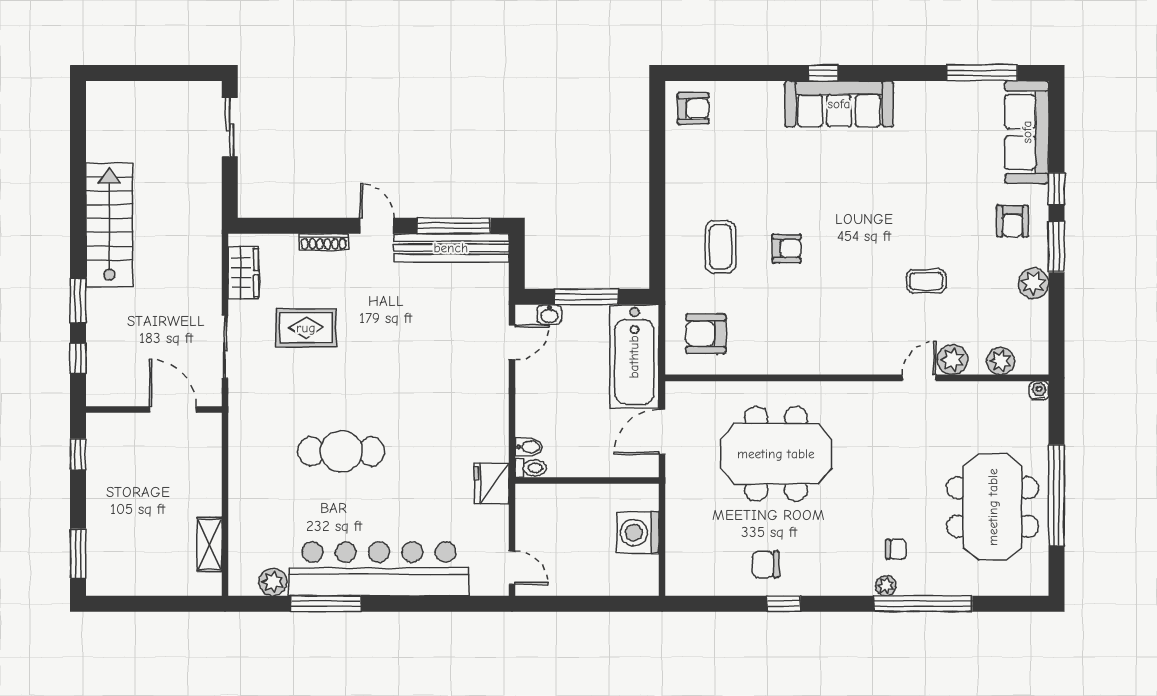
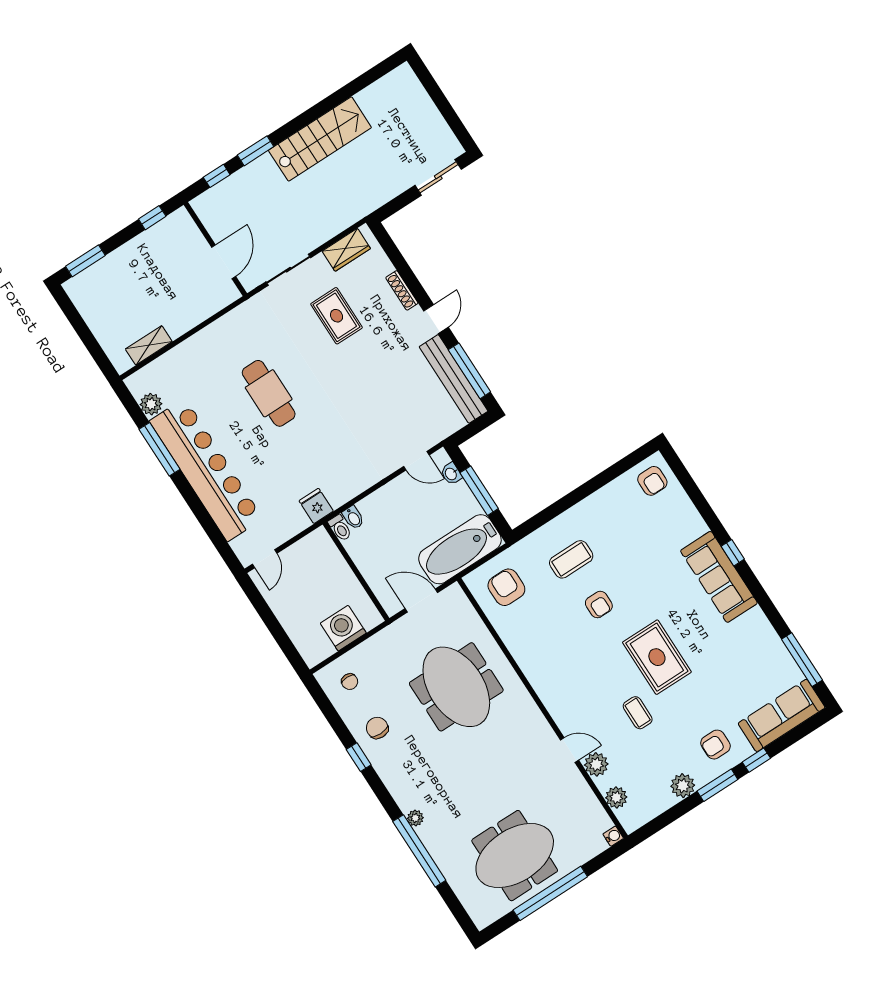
rug: (881, 223) -> (657, 657), added
fridge: (491, 484) -> (316, 506), width x0.72
chair: (896, 549) -> (350, 682), moved

